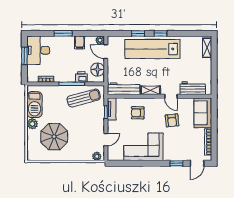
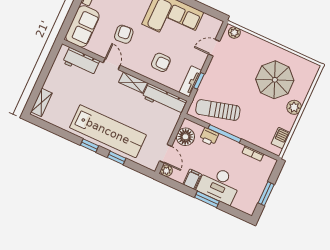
desk: (38, 50) -> (219, 185), moved, turned 90
barbecue: (34, 105) -> (281, 138), width x0.53, depth x0.65

